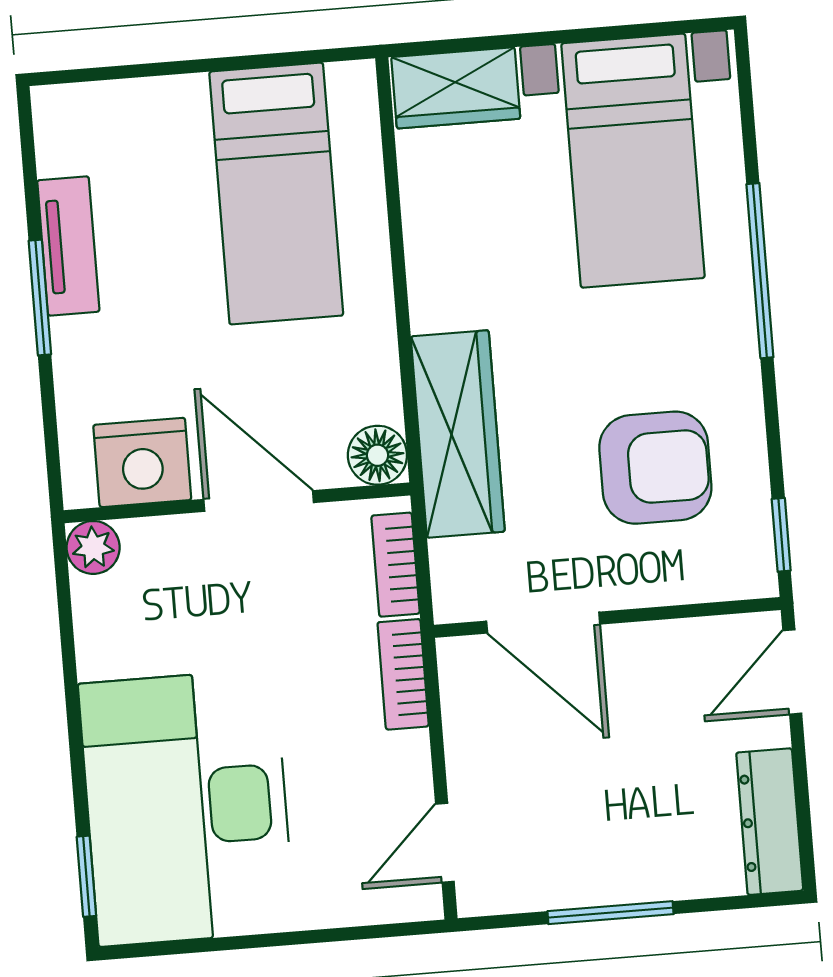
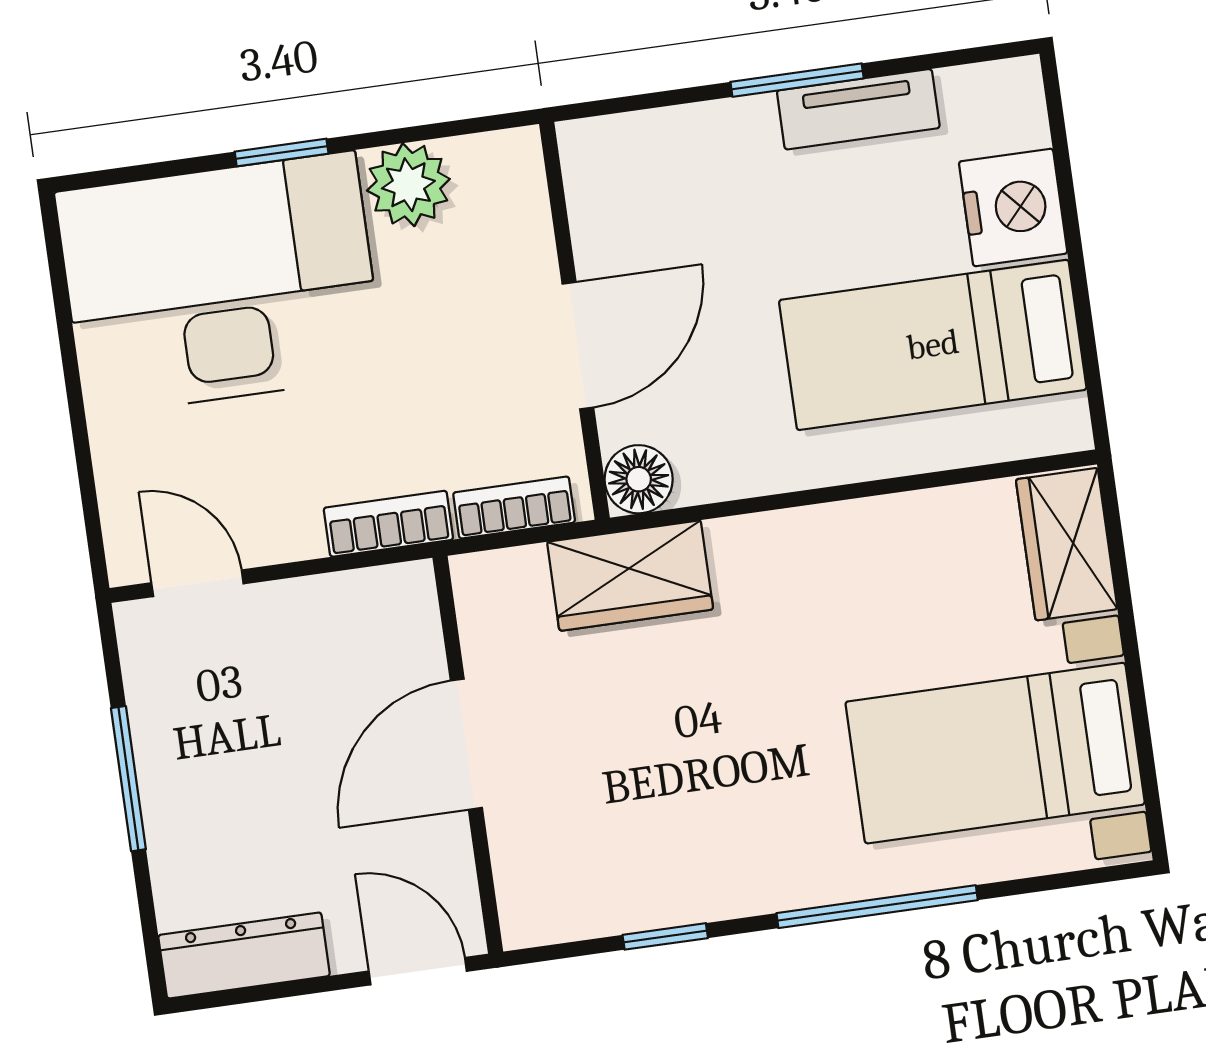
wardrobe: (458, 434) -> (630, 576), width x0.67
nightstand: (142, 462) -> (1013, 207), moved, turned 180
armchair: (655, 468) -> (643, 800), removed
window: (781, 535) -> (665, 936), moved
plant: (93, 547) -> (408, 185), moved, width x1.38, depth x1.38
door: (543, 623) -> (466, 744), moved
window: (86, 876) -> (282, 153), moved

